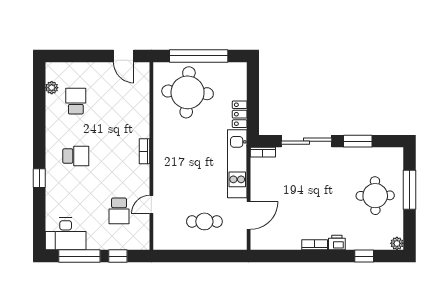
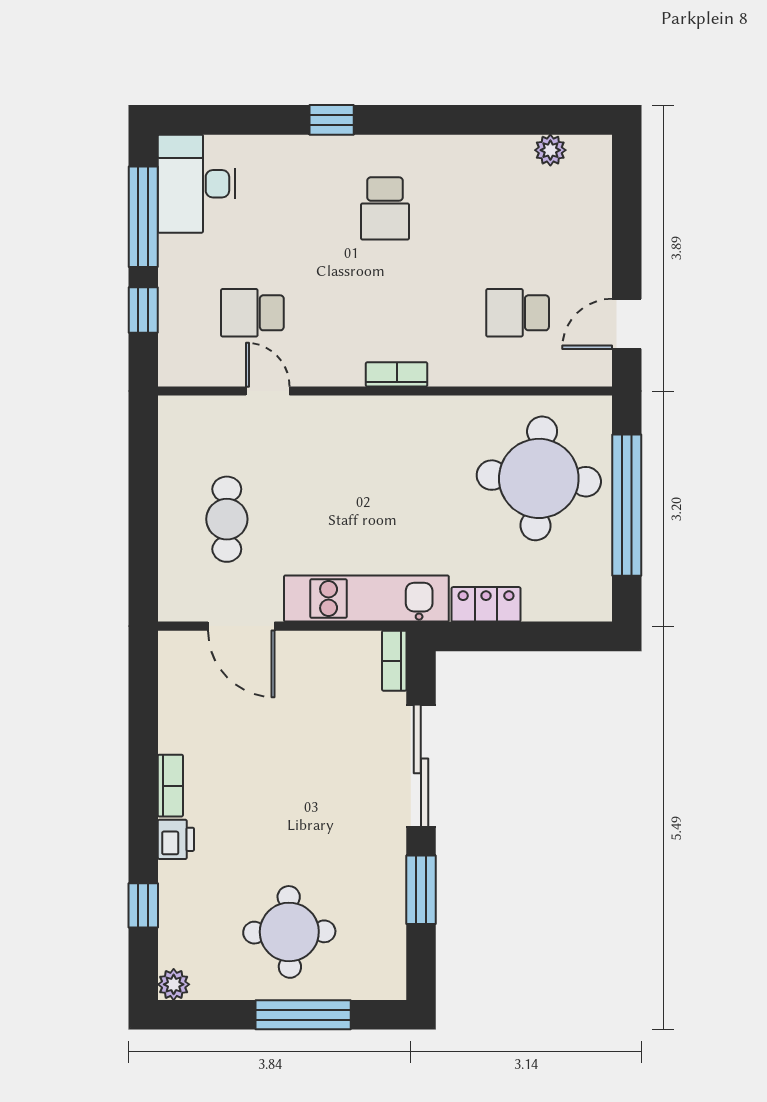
school desk: (76, 101) -> (518, 313), moved, turned 180

